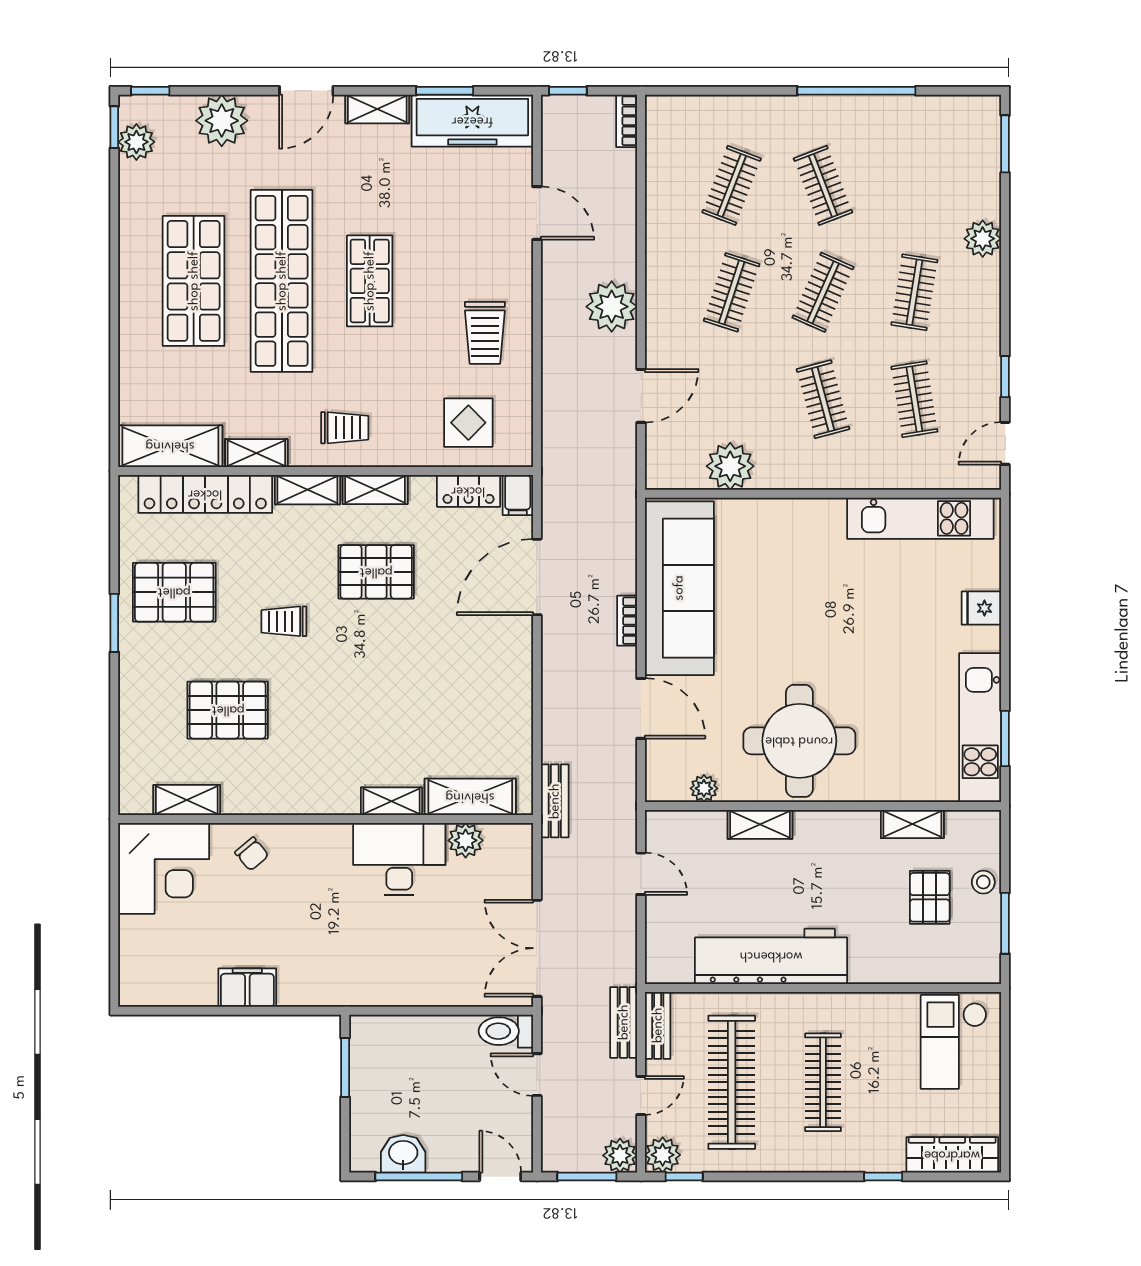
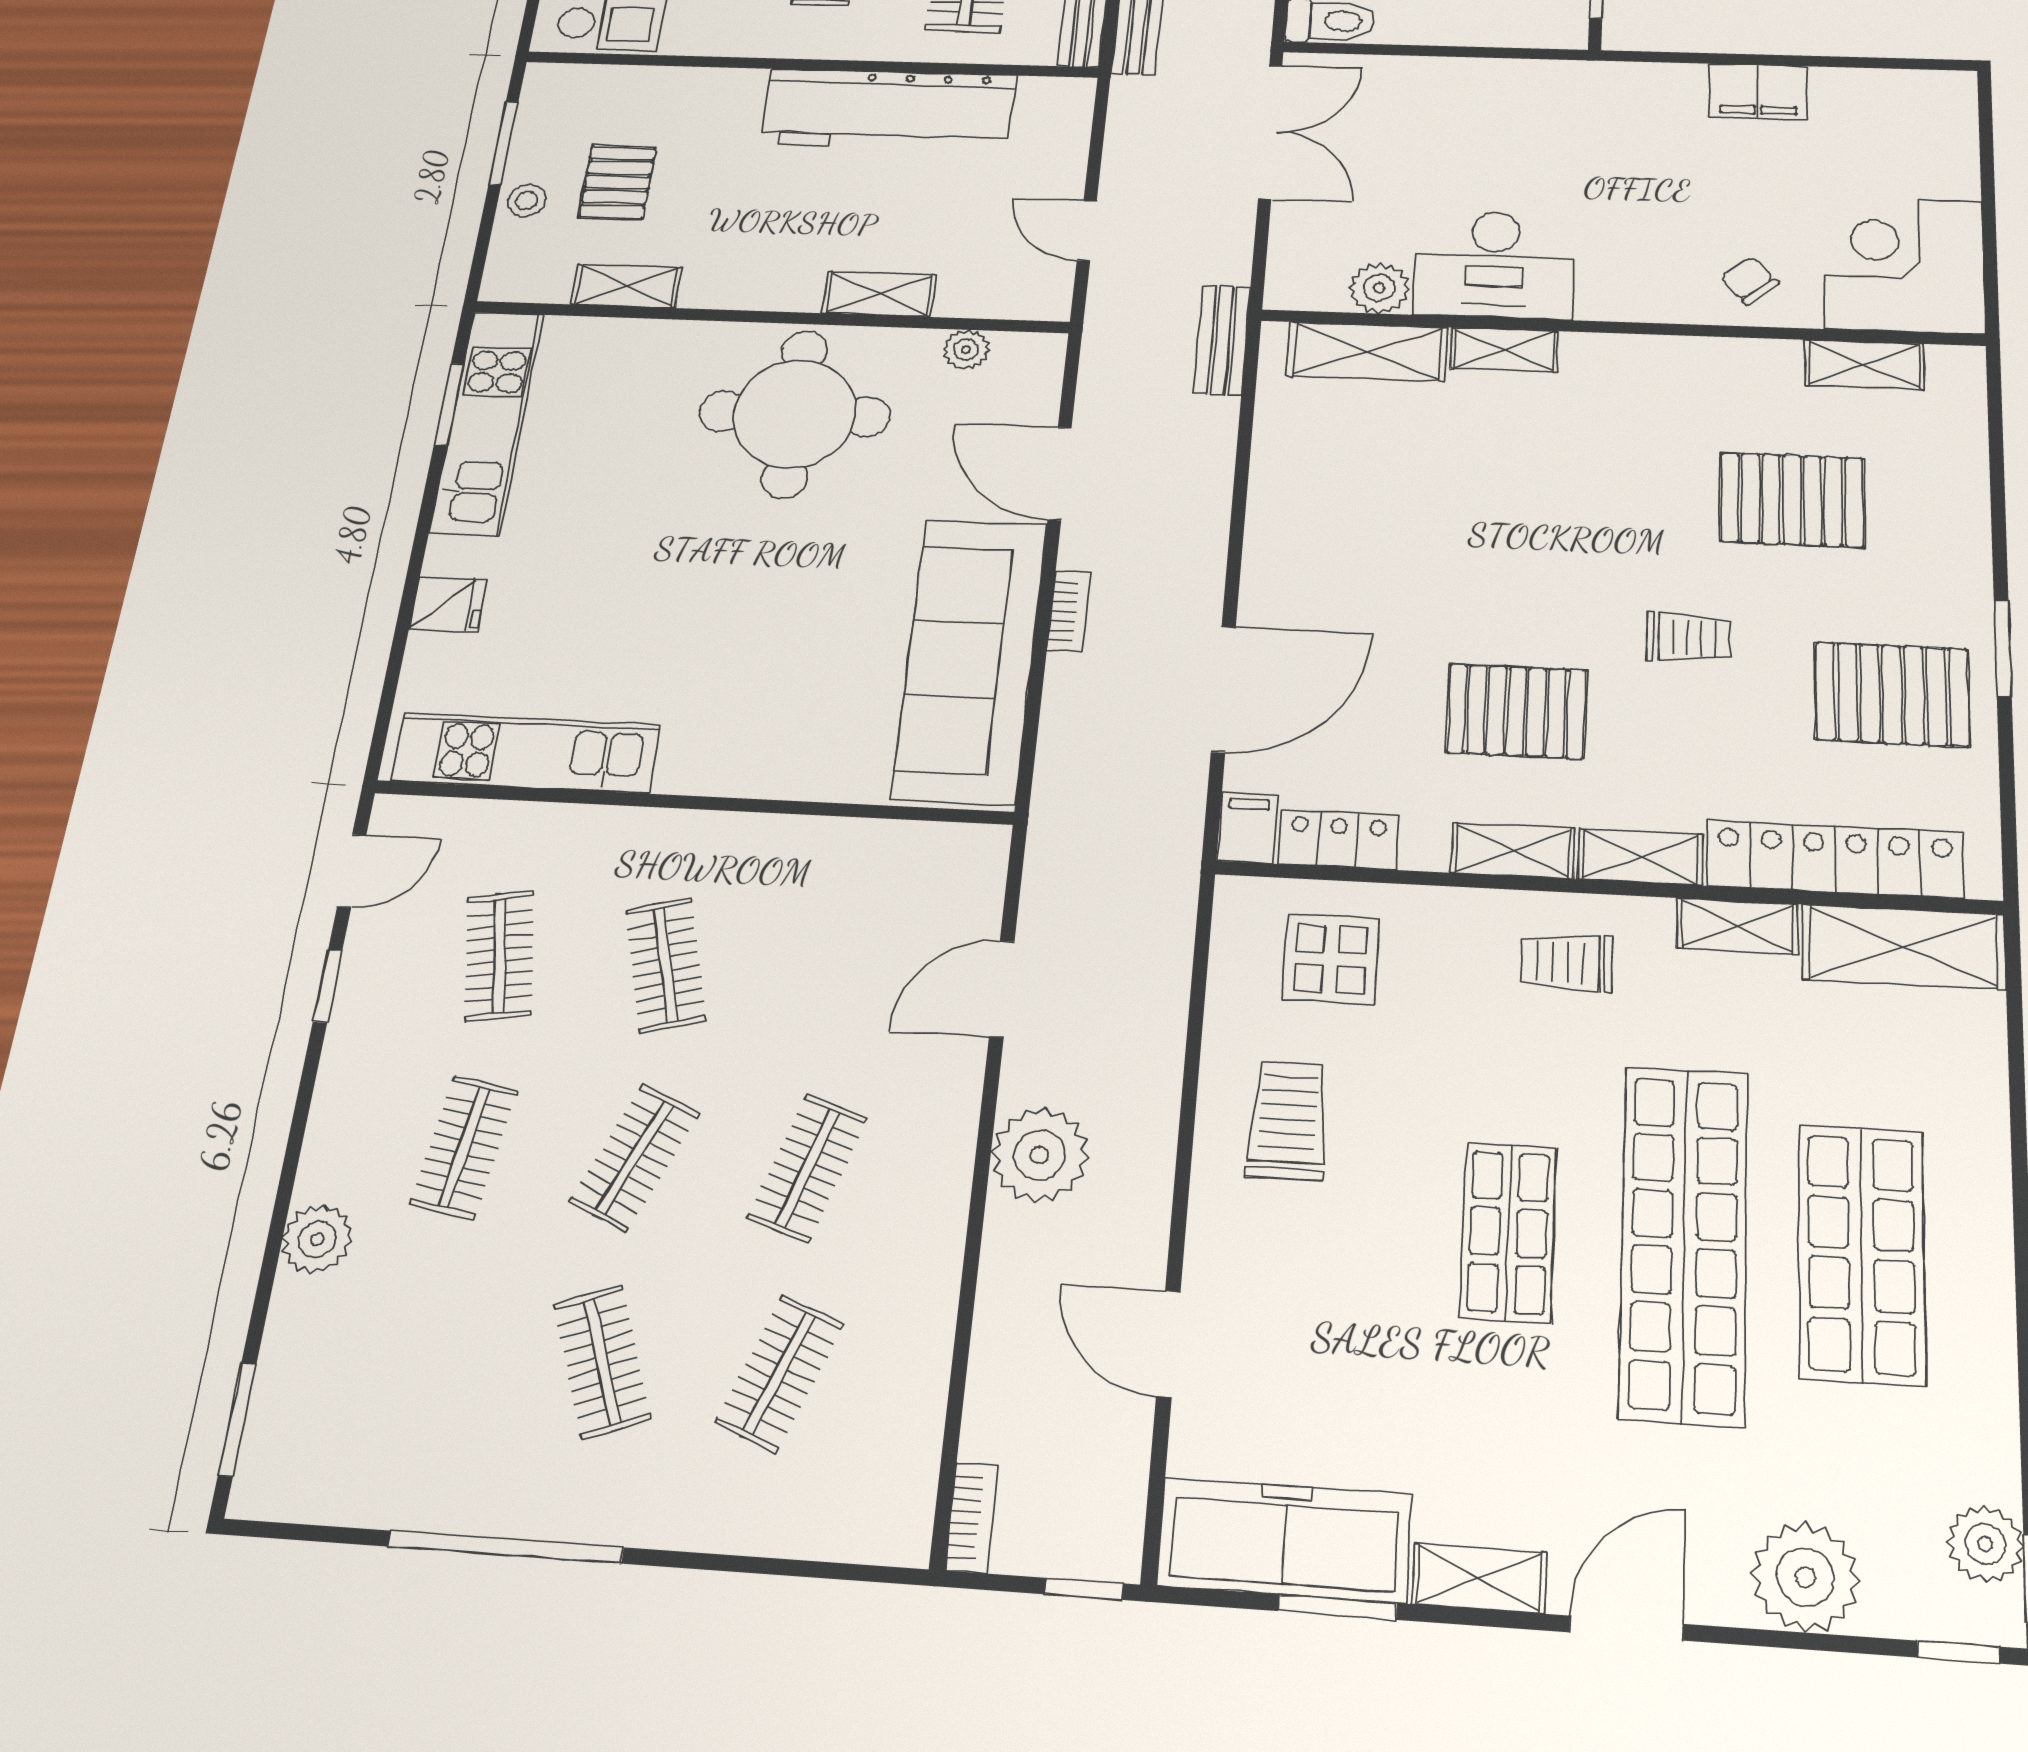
plant: (730, 466) -> (852, 858), removed

